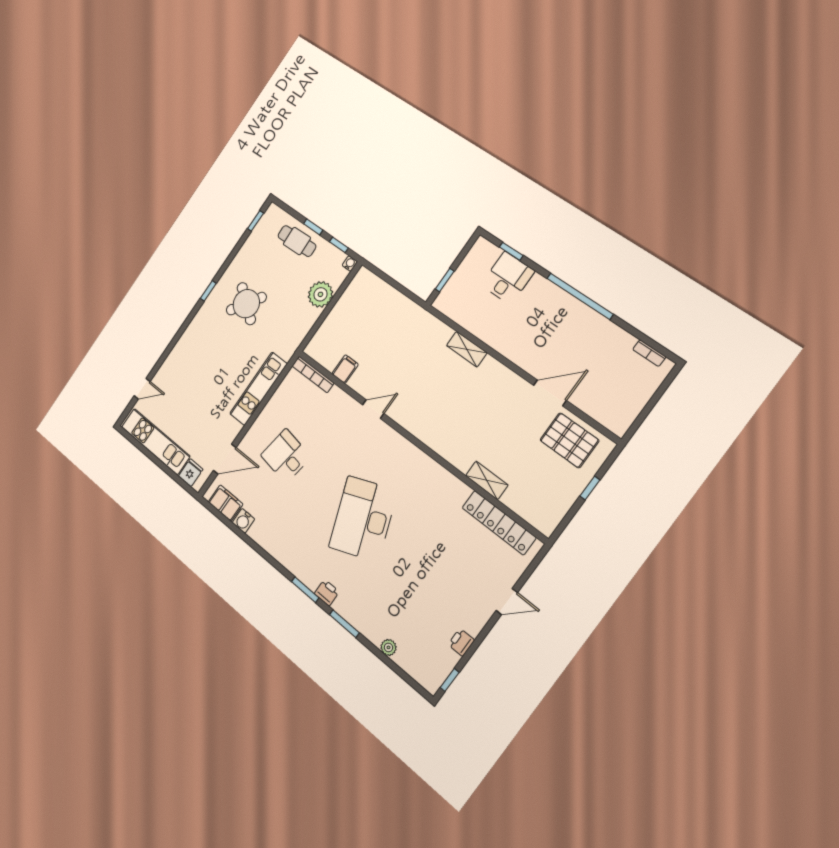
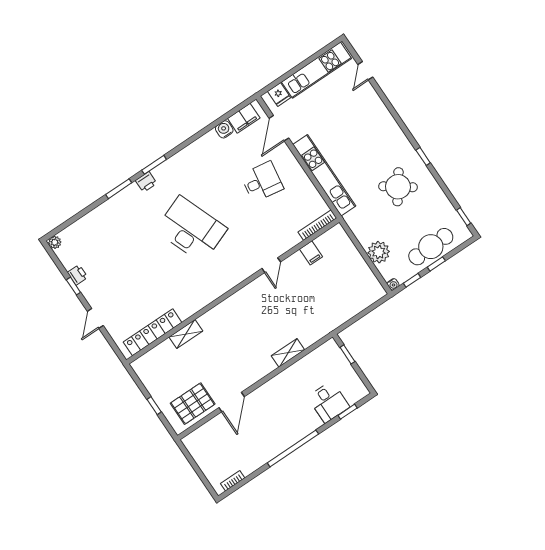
cafe table: (297, 241) -> (431, 247), width x1.37, depth x1.35
kitchen unit: (258, 389) -> (324, 175), width x1.36
plant: (388, 647) -> (55, 242), moved
window: (450, 680) -> (73, 286), moved

